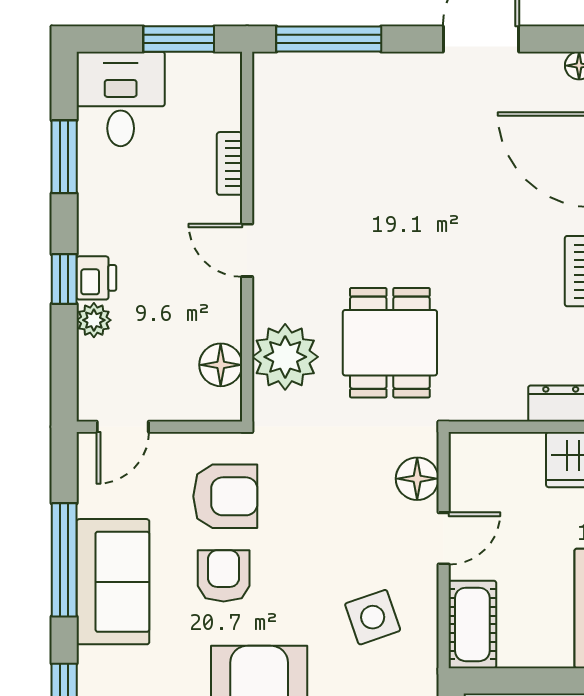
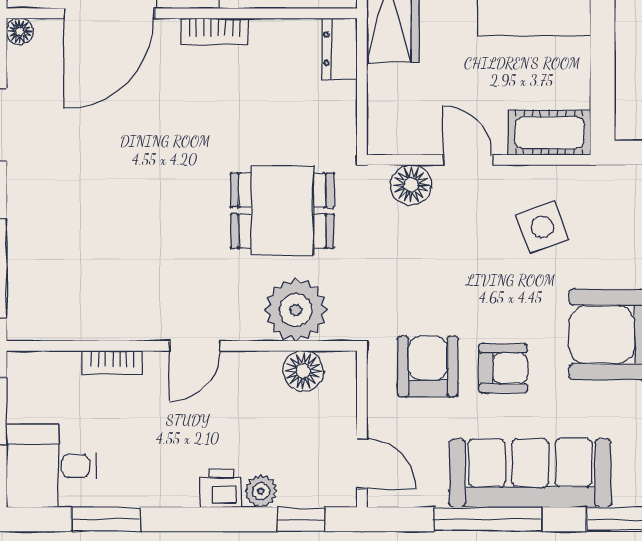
window: (64, 279) -> (301, 519), moved
armchair: (224, 576) -> (503, 368), turned 180
sofa: (113, 582) -> (530, 473), width x1.36

